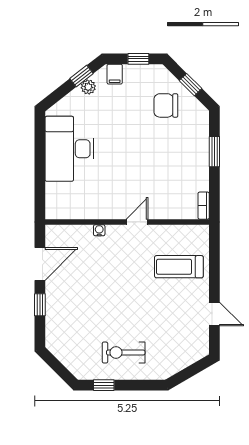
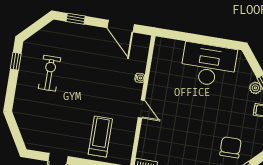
window: (40, 305) -> (76, 19), moved
exercise bike: (124, 353) -> (50, 73), moved

